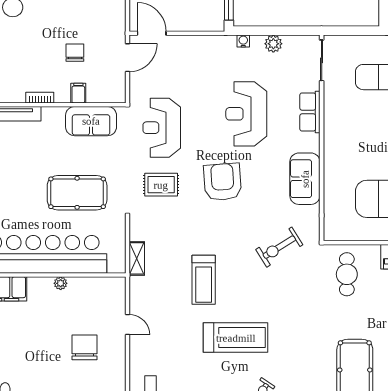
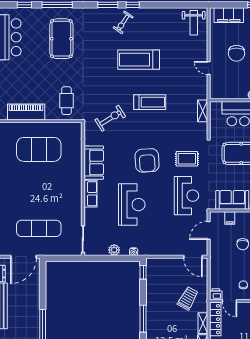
door: (128, 58) -> (209, 230), moved
filing cabinet: (78, 93) -> (230, 218), moved
row of seats: (310, 112) -> (90, 194), moved
treadmill: (204, 280) -> (150, 102), moved, turned 90

